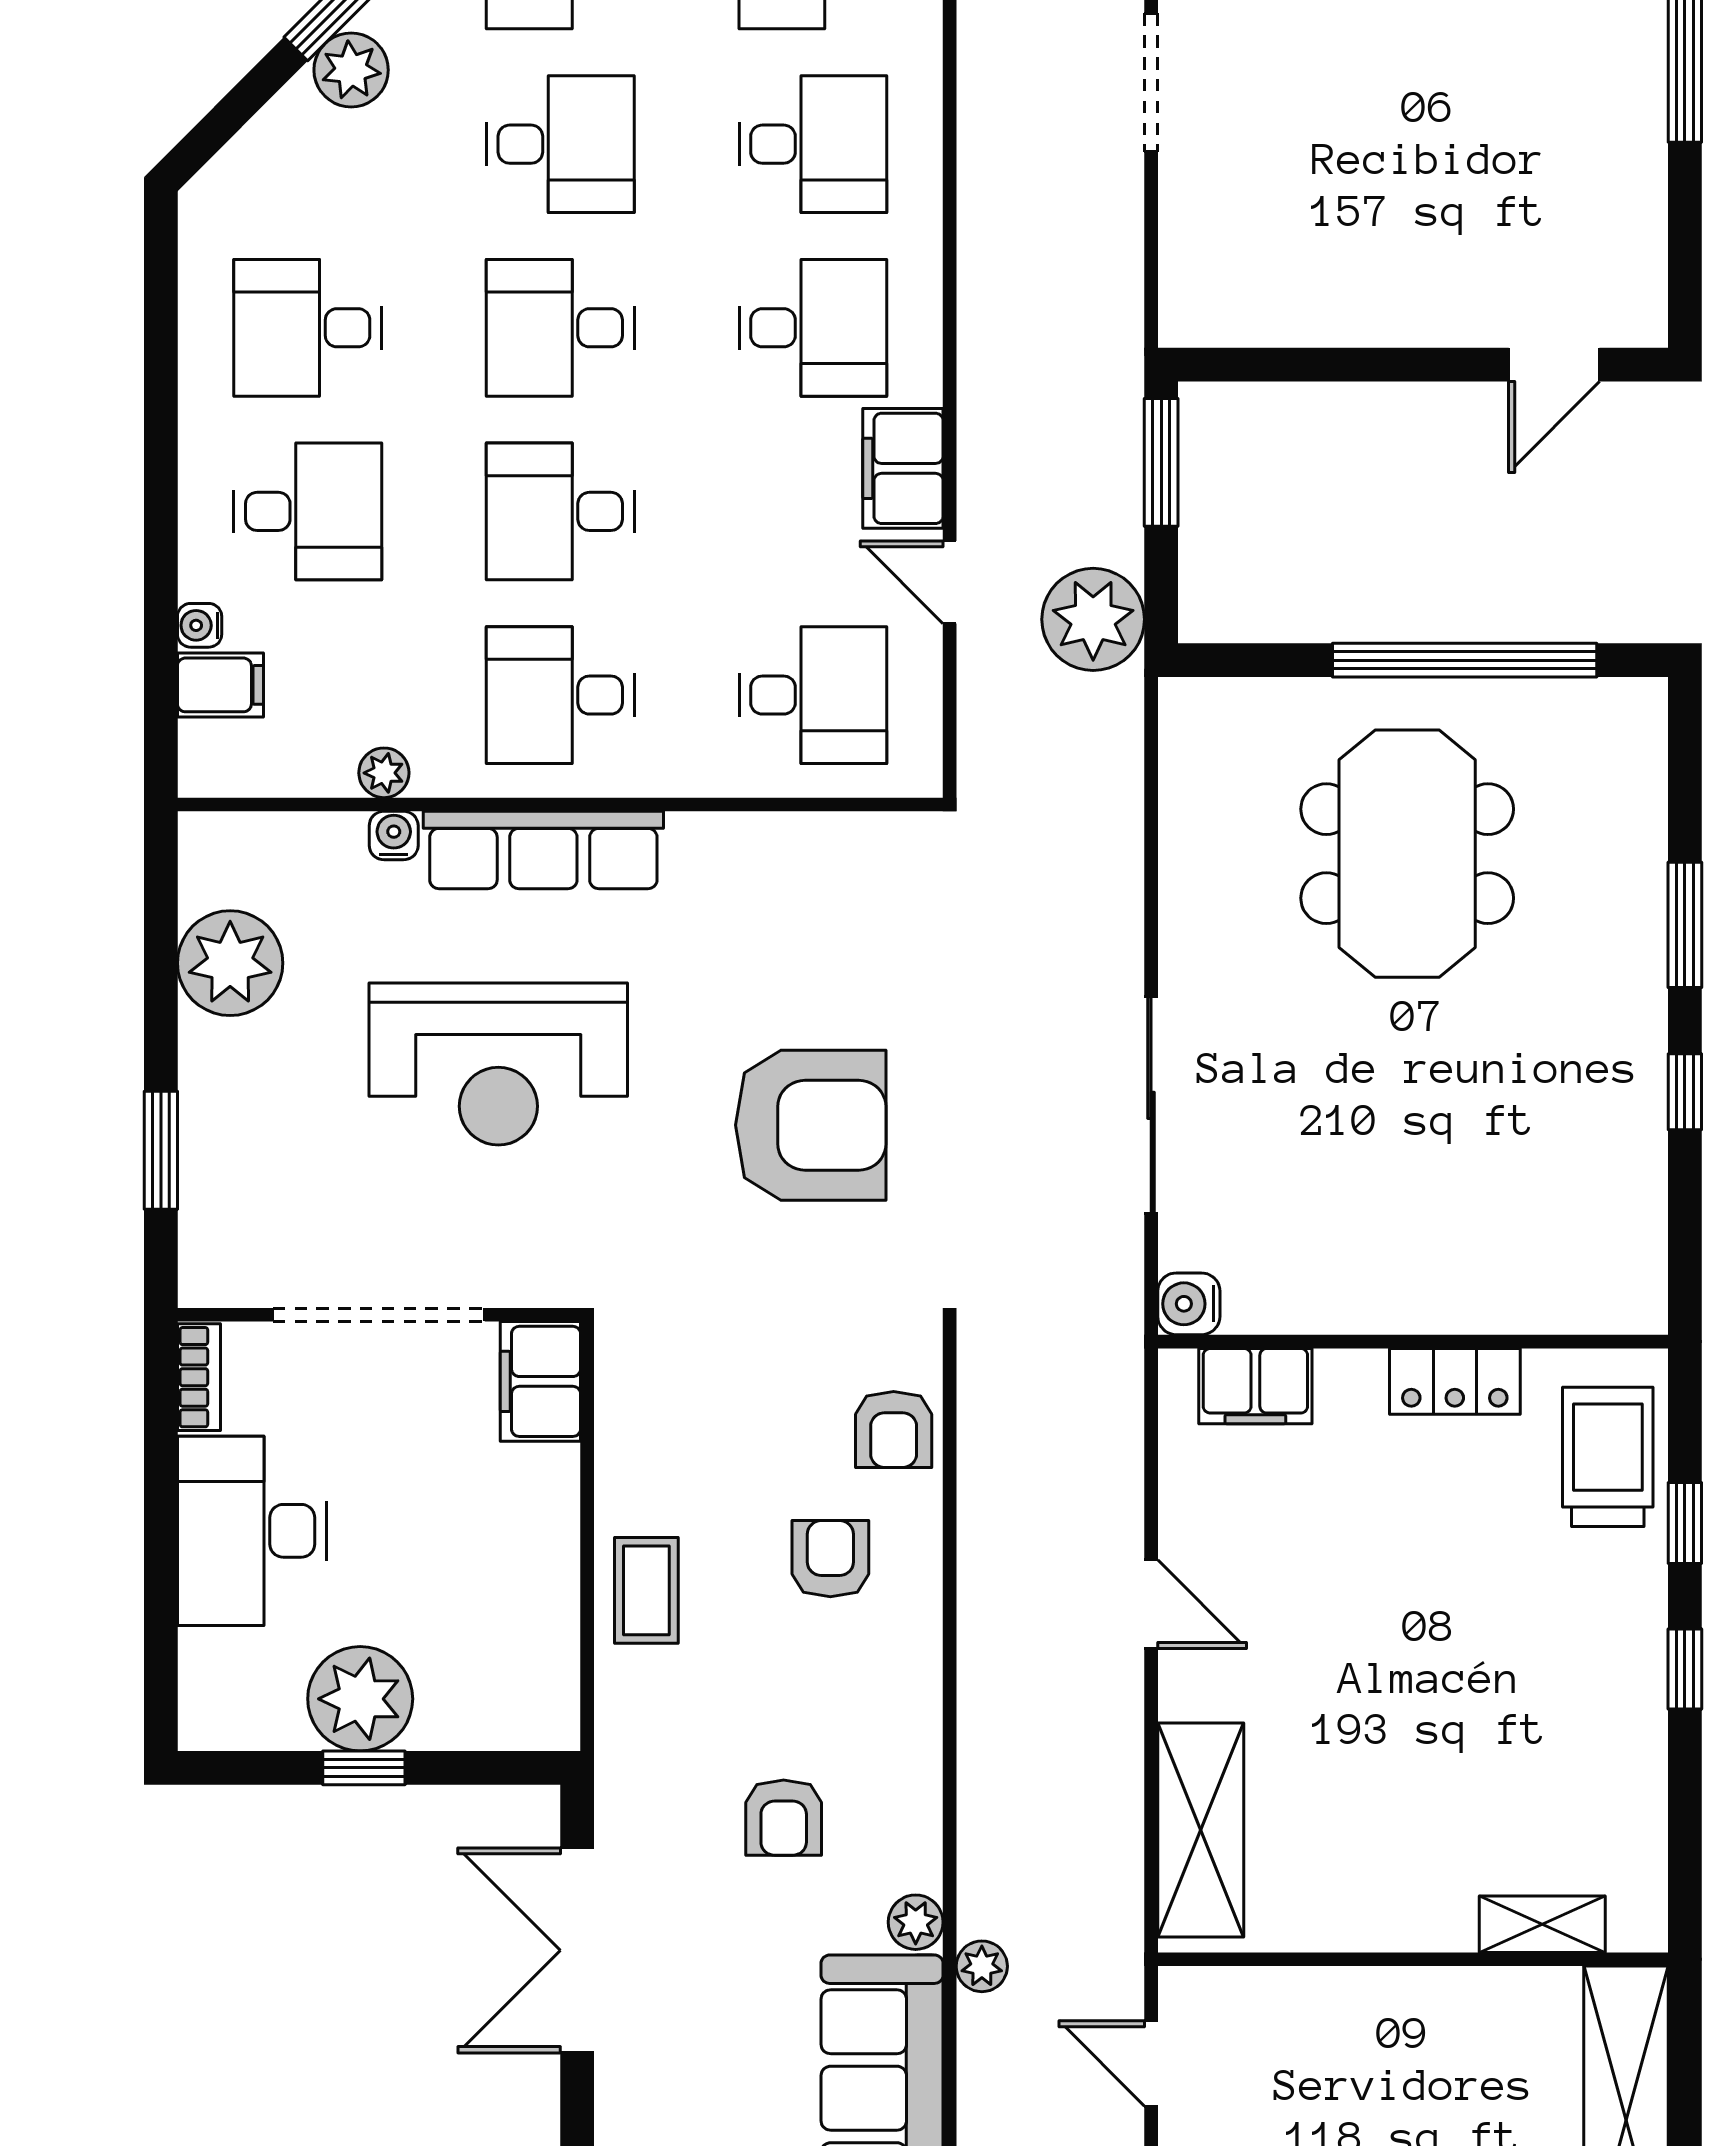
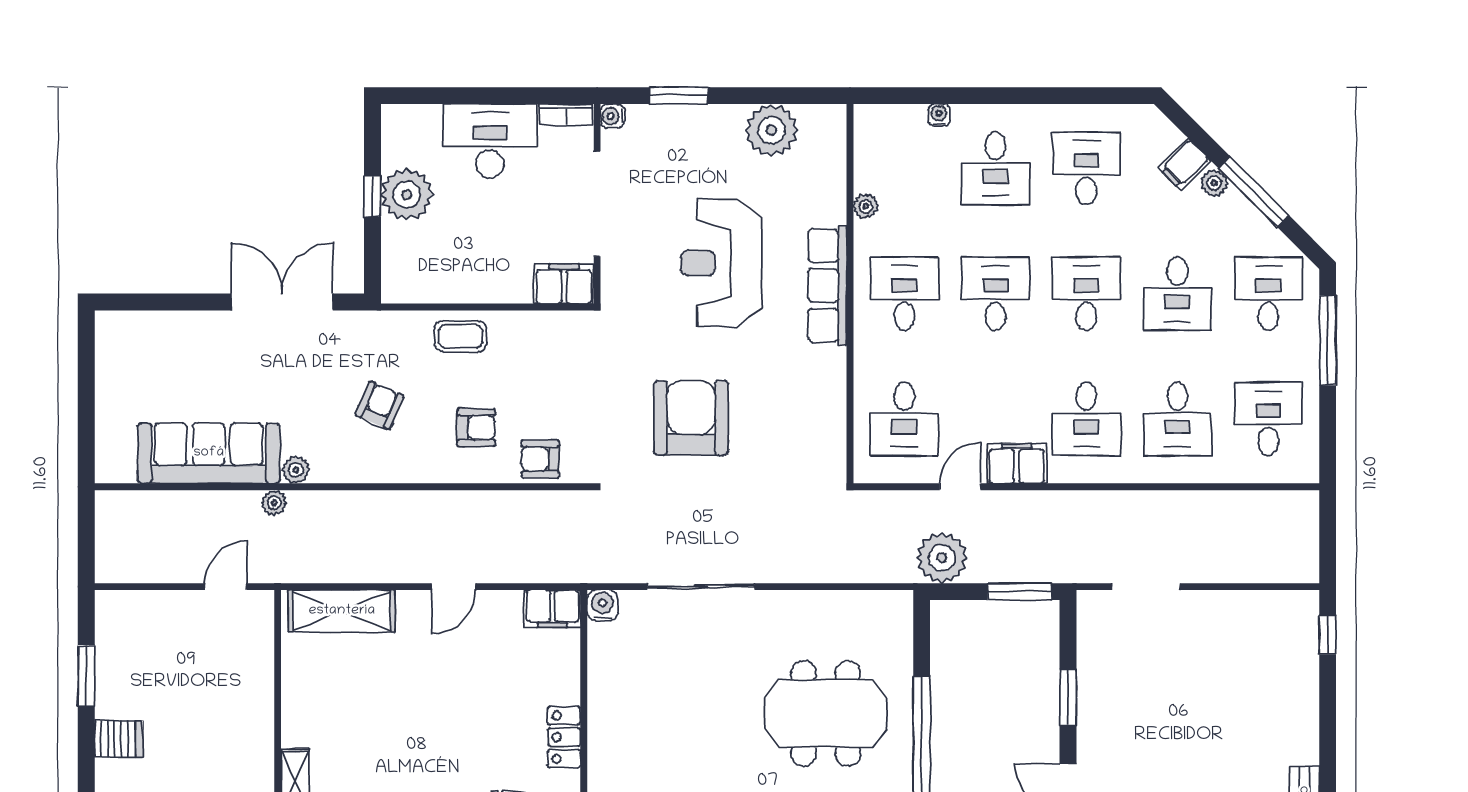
plant: (351, 70) -> (1214, 183), width x0.73, depth x0.73
doorway: (1151, 83) -> (1146, 587), moved
window: (1374, 365) -> (1068, 697), added
filing cabinet: (220, 685) -> (1184, 164), moved, turned 45
water cooler: (394, 836) -> (612, 116), moved, turned 180
armchair: (811, 1125) -> (691, 418), turned 180
filing cabinet: (1255, 1386) -> (552, 609), moved, turned -90
armchair: (784, 1818) -> (380, 405), moved, turned 113

